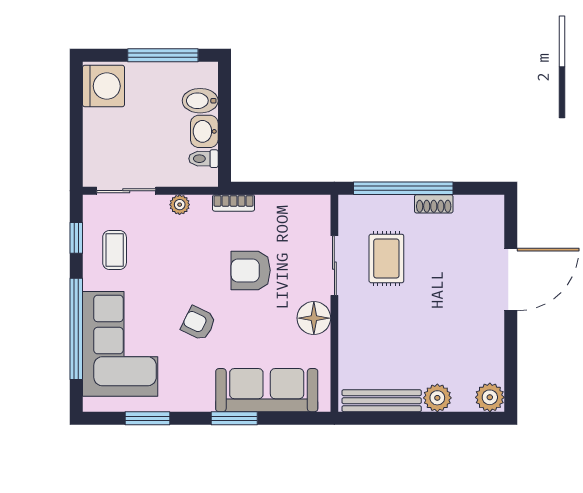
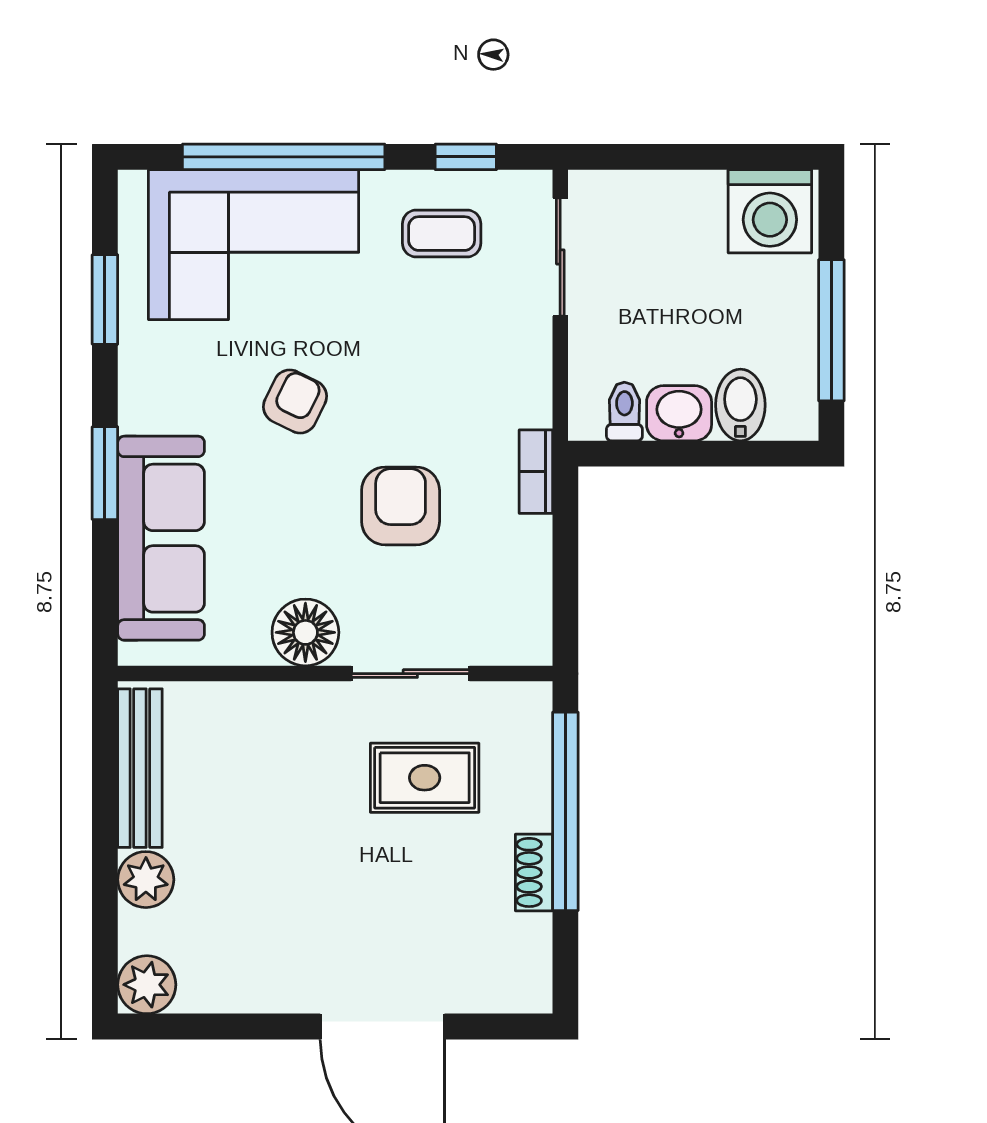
plant: (180, 205) -> (532, 364), removed

